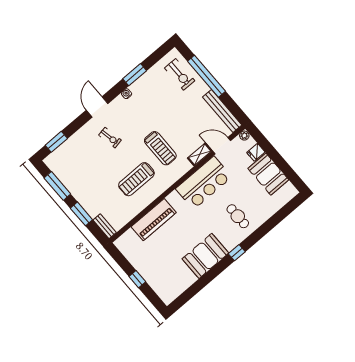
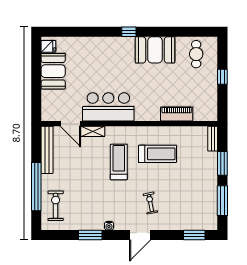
plant: (244, 136) -> (46, 117), removed
fridge: (256, 152) -> (48, 46), moved
cafe table: (238, 216) -> (196, 54), moved
piano: (154, 220) -> (177, 114), width x0.73, depth x0.75

